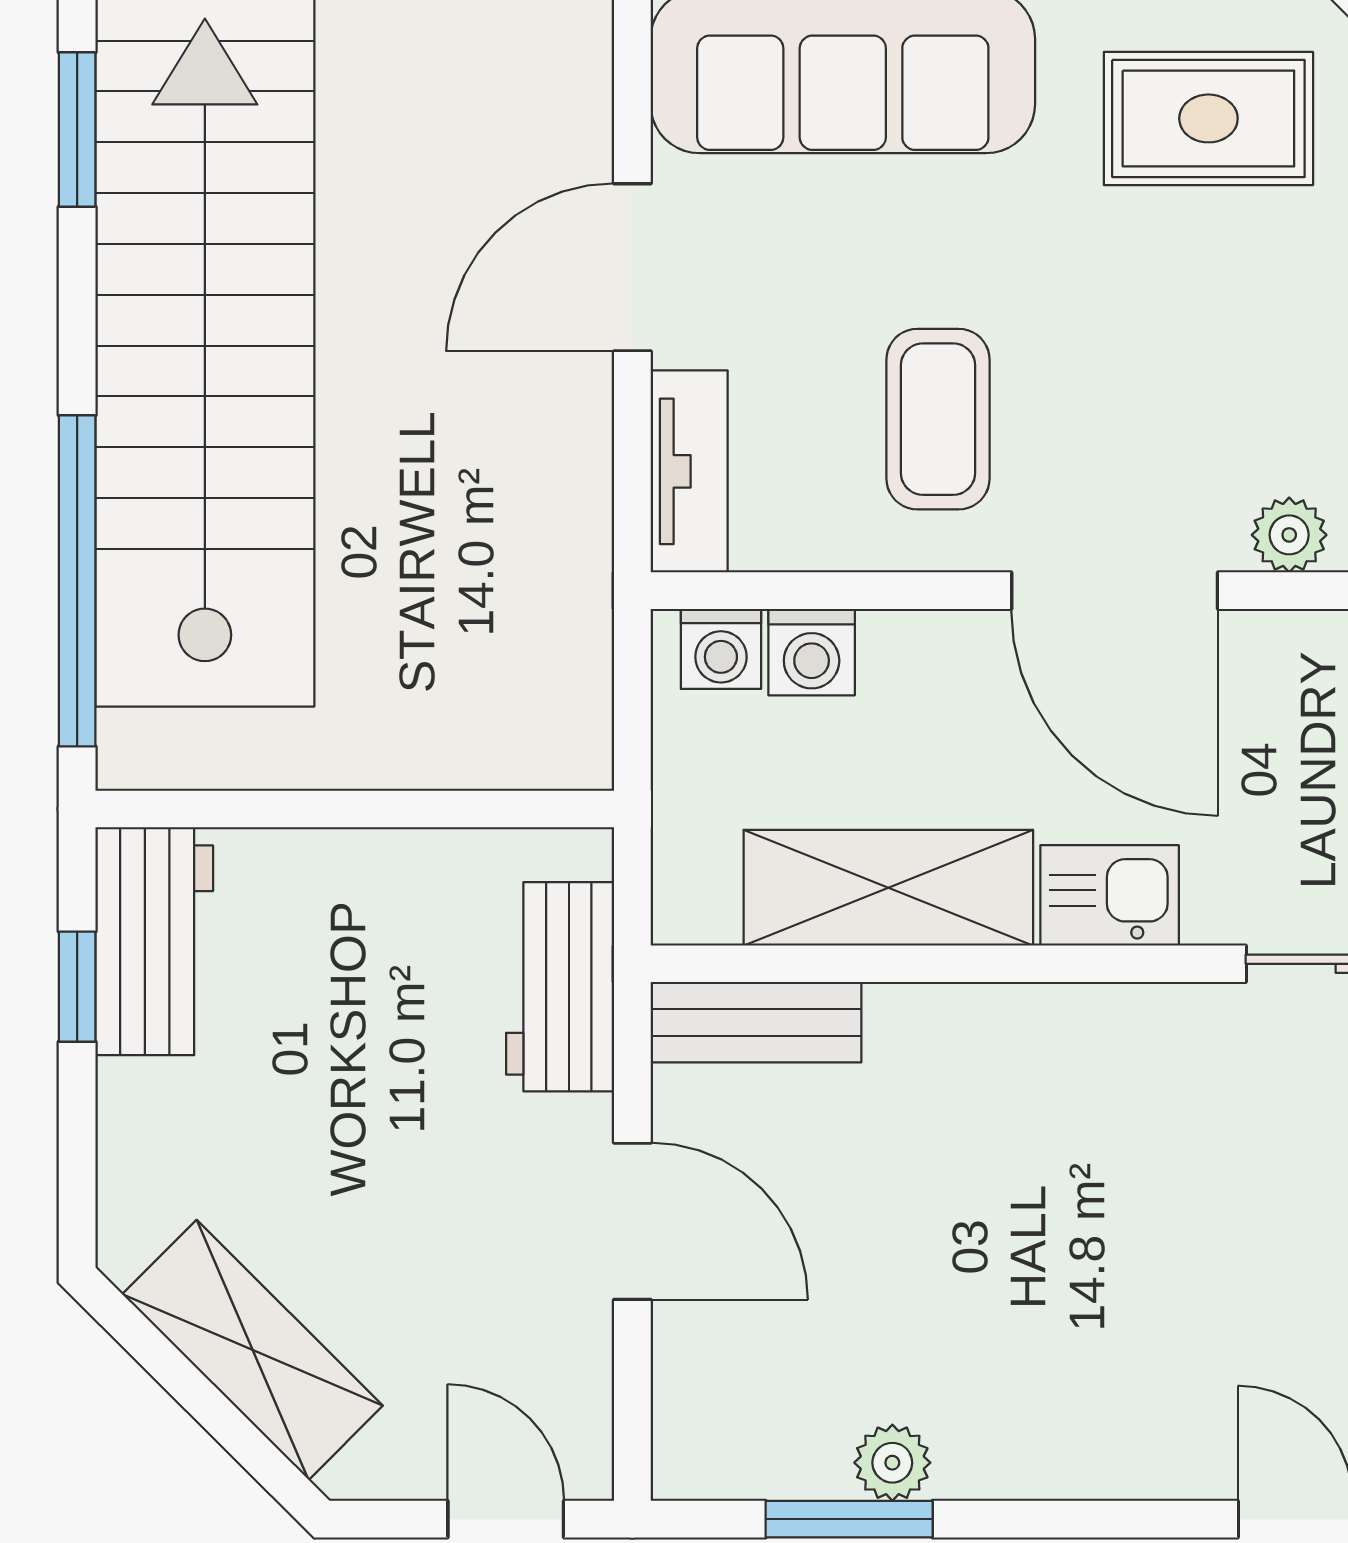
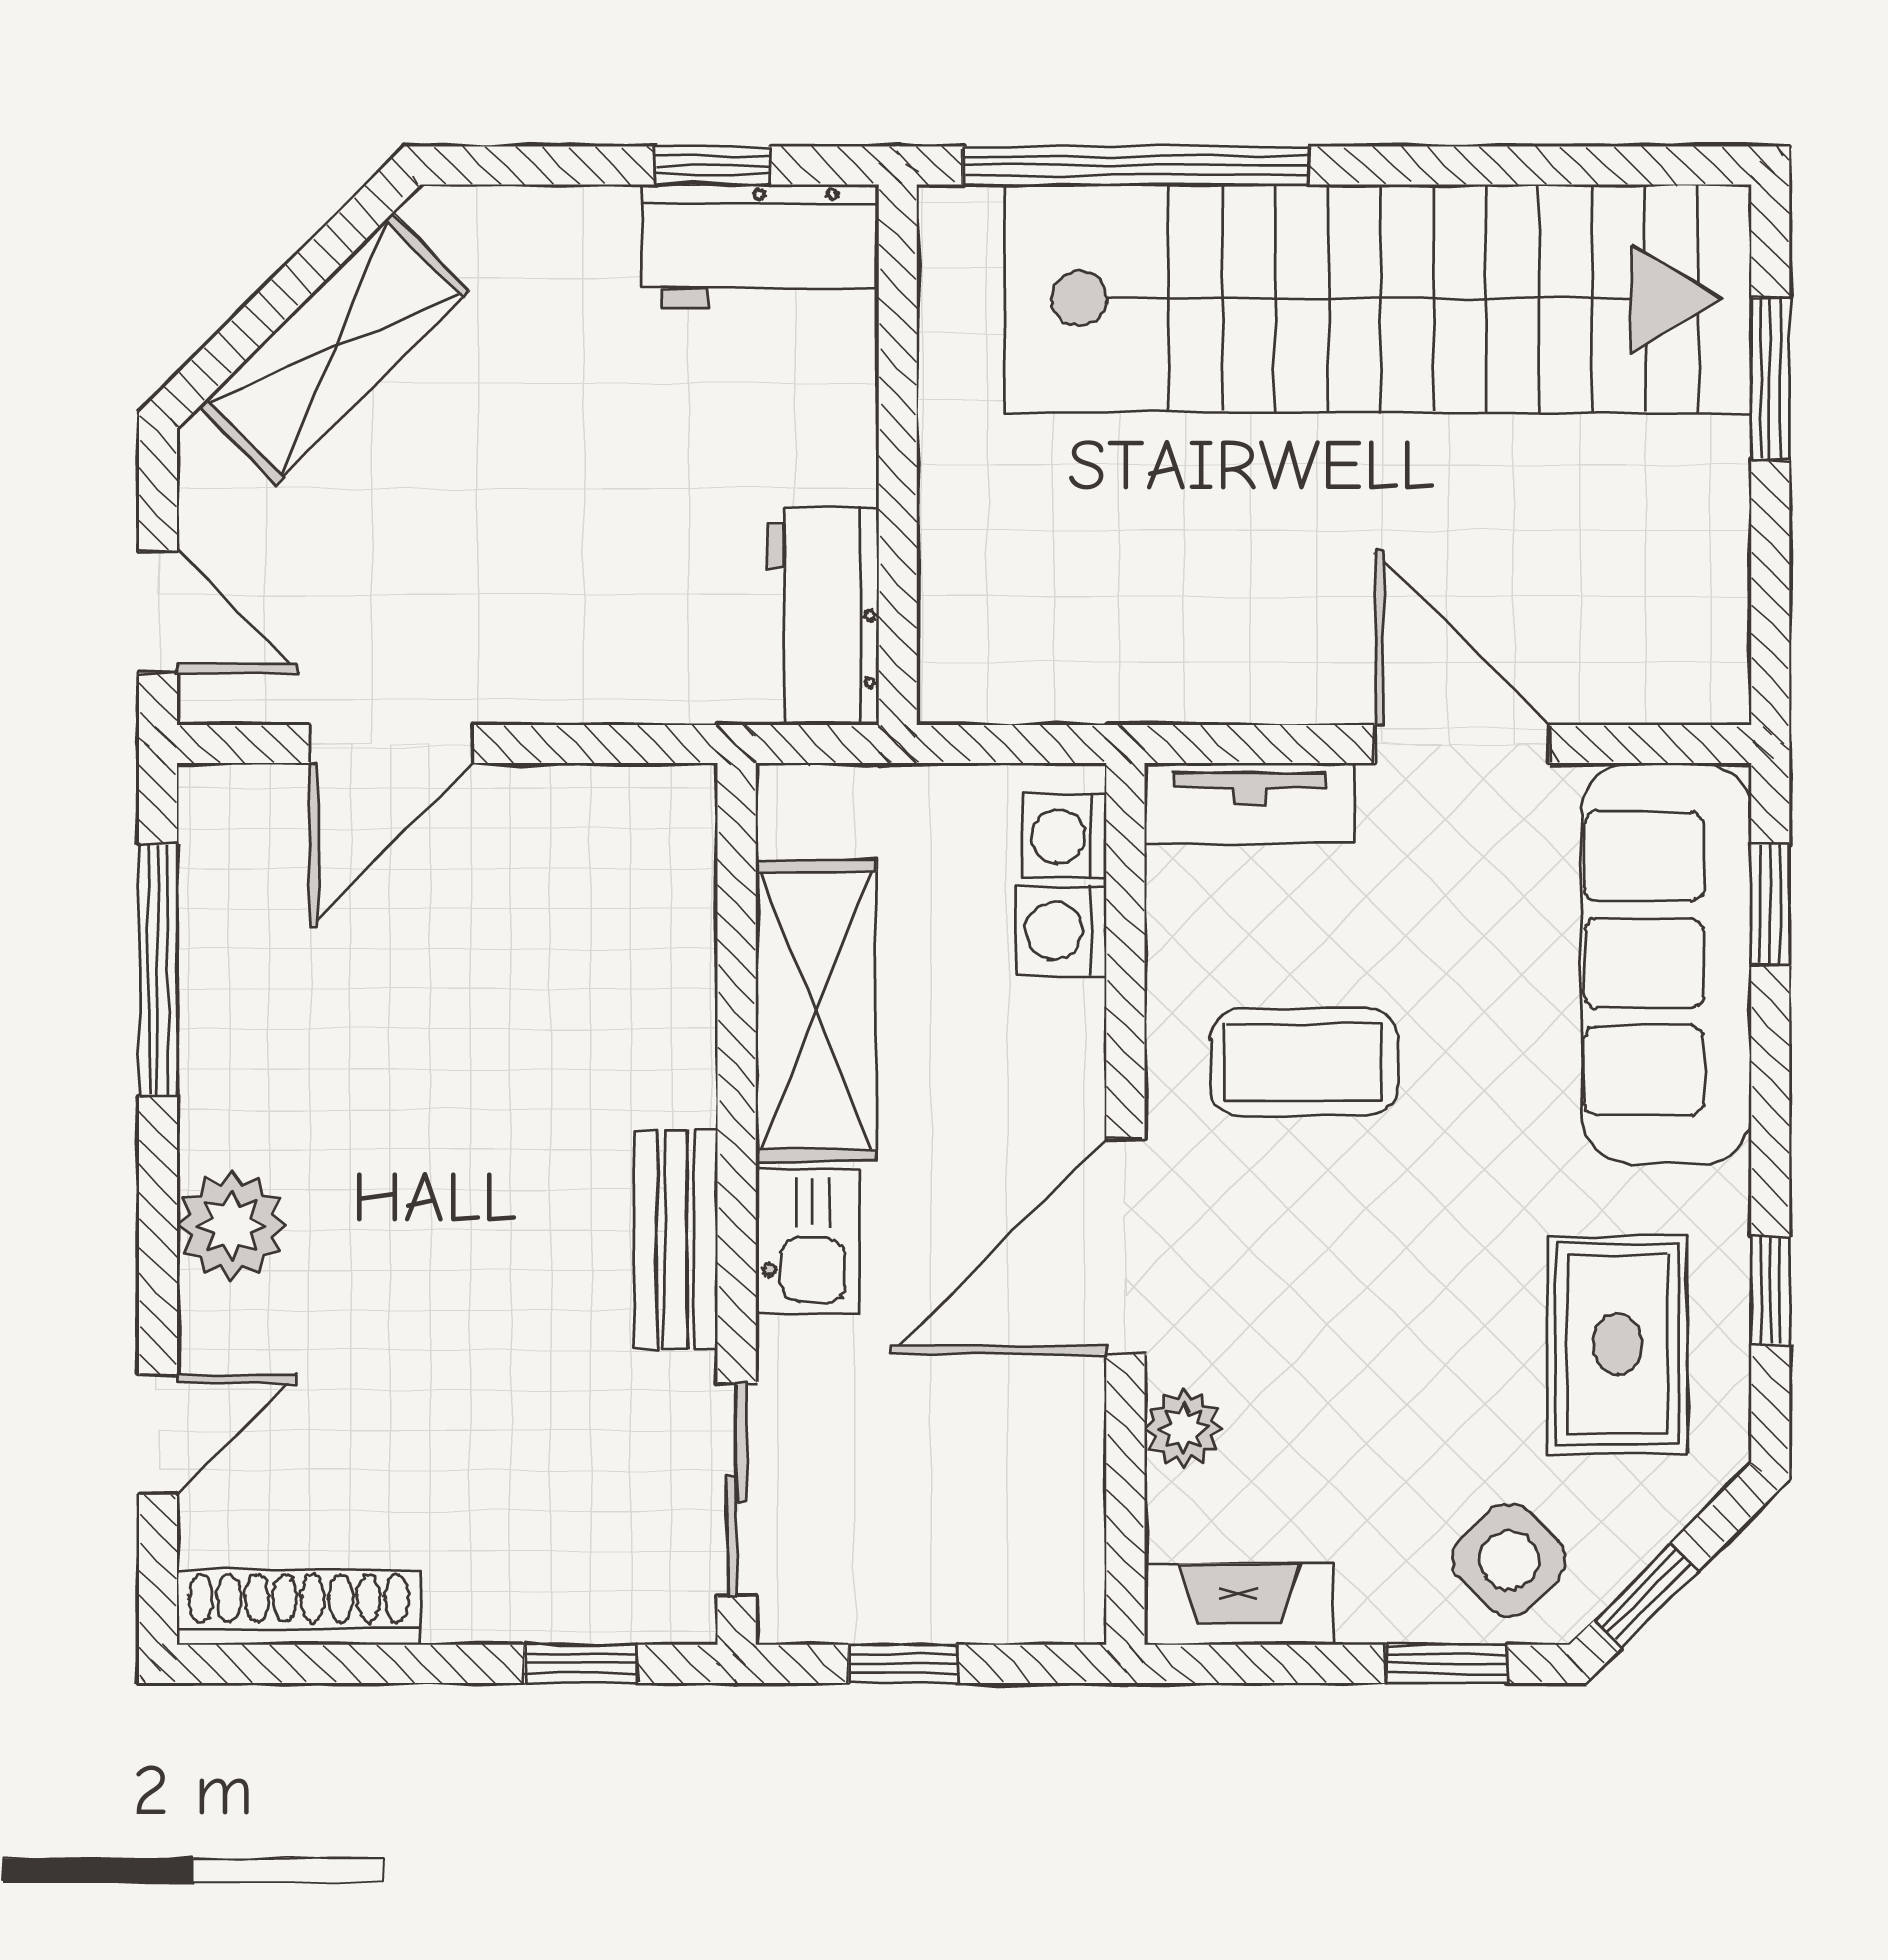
window: (77, 130) -> (1606, 165), removed
workbench: (560, 987) -> (822, 616), moved, turned -90
bench: (756, 1022) -> (676, 1240), moved
door: (632, 1221) -> (391, 744), moved
plant: (892, 1463) -> (232, 1226), moved, width x1.38, depth x1.38
door: (506, 1519) -> (158, 612), hinge flipped
window: (849, 1519) -> (158, 970), width x1.44

